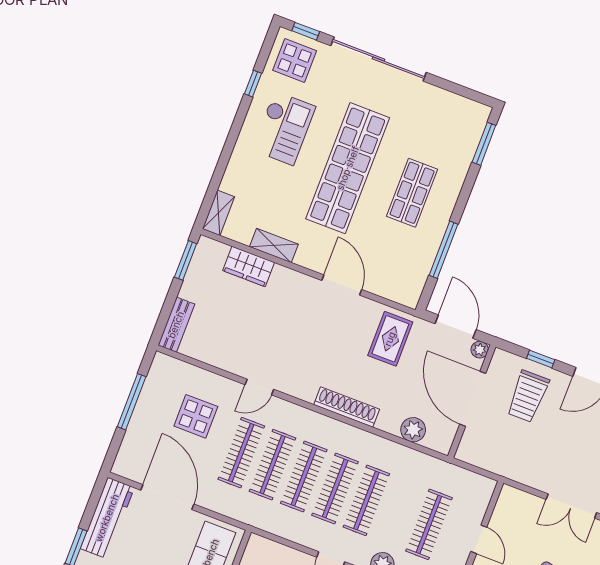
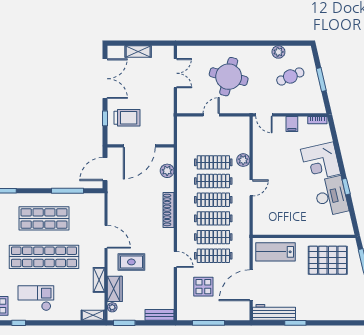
shop shelf: (412, 193) -> (44, 218), width x1.43, depth x1.36
door: (342, 285) -> (106, 237), swing flipped
rug: (390, 339) -> (131, 262), moved
plant: (480, 350) -> (112, 307), moved
clothes rail: (429, 524) -> (213, 162), moved

